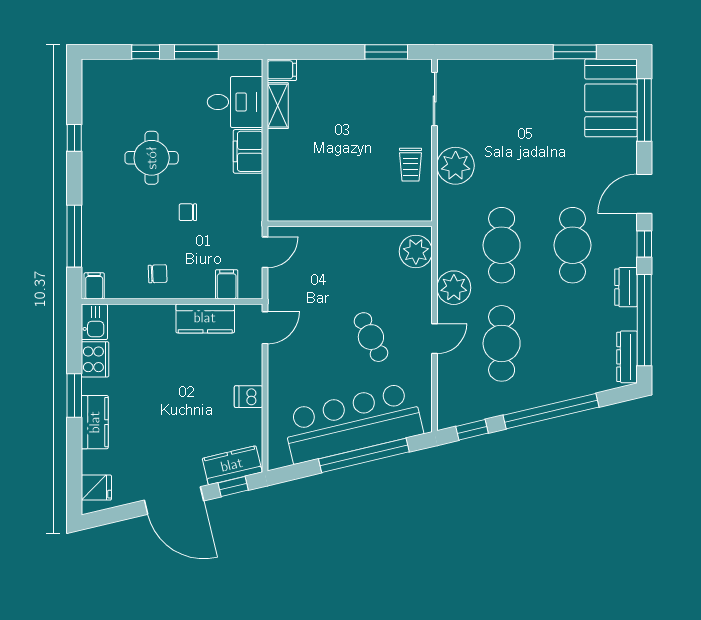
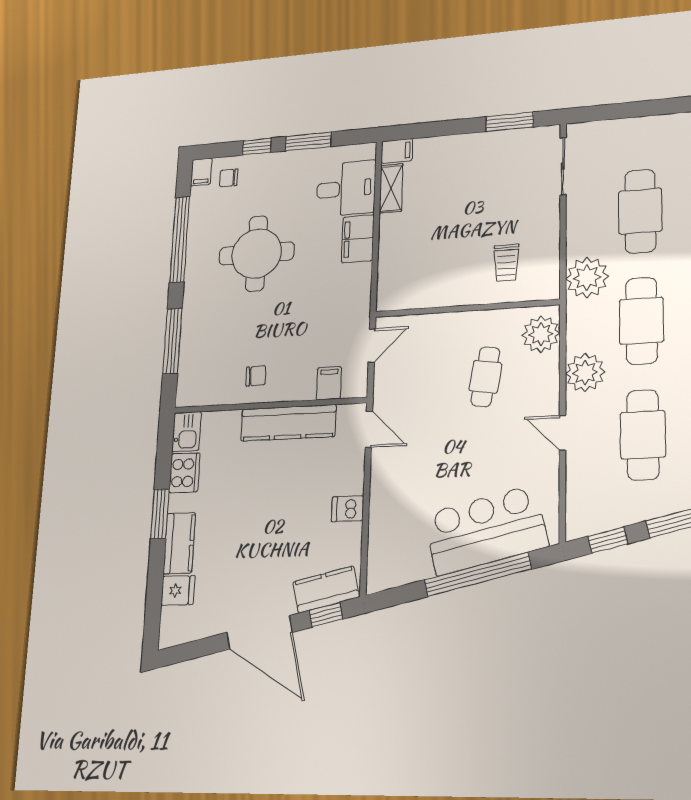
window: (74, 138) -> (180, 239), width x3.17
cafe table: (502, 147) -> (640, 211), added
round table: (152, 158) -> (257, 254), width x1.36, depth x1.36
trolley: (411, 165) -> (506, 263), moved
plant: (456, 166) -> (587, 278), moved
chair: (188, 212) -> (229, 178), moved
filing cabinet: (94, 286) -> (201, 172), moved, turned 180
kitchen counter: (205, 318) -> (288, 423), width x1.50
door: (265, 328) -> (369, 429), hinge flipped
cafe table: (371, 337) -> (485, 377), moved, turned 35
door: (435, 339) -> (562, 433), swing flipped
bar counter: (353, 423) -> (486, 530), width x0.73
fridge: (96, 488) -> (178, 590), moved

